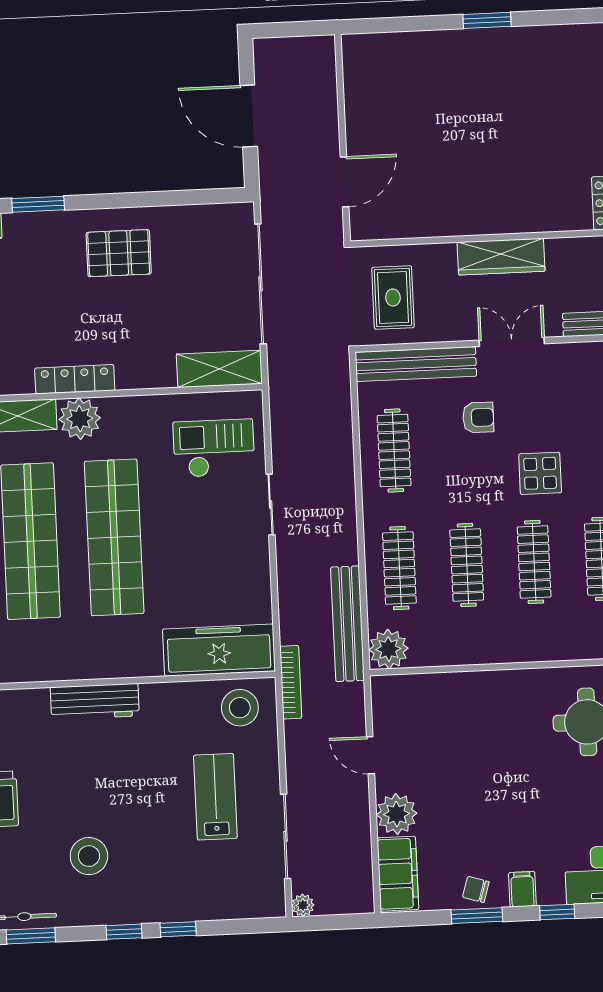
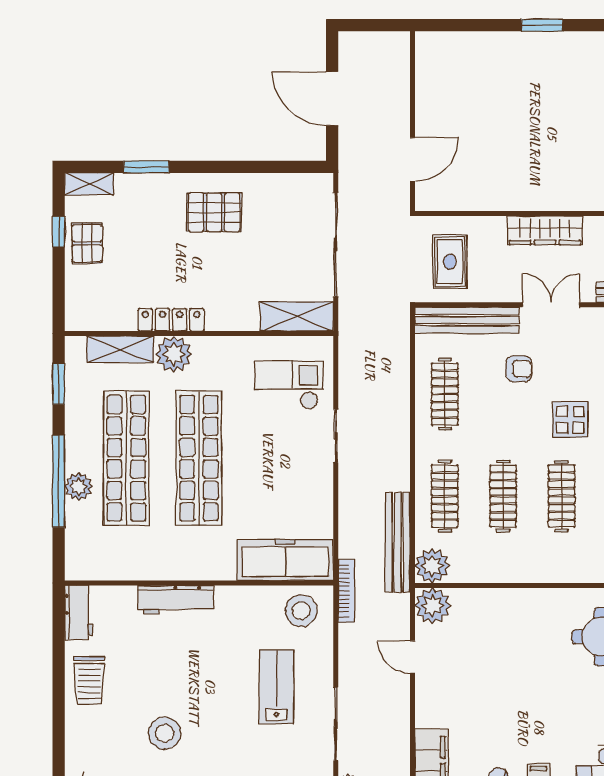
plant: (397, 814) -> (433, 606), moved

